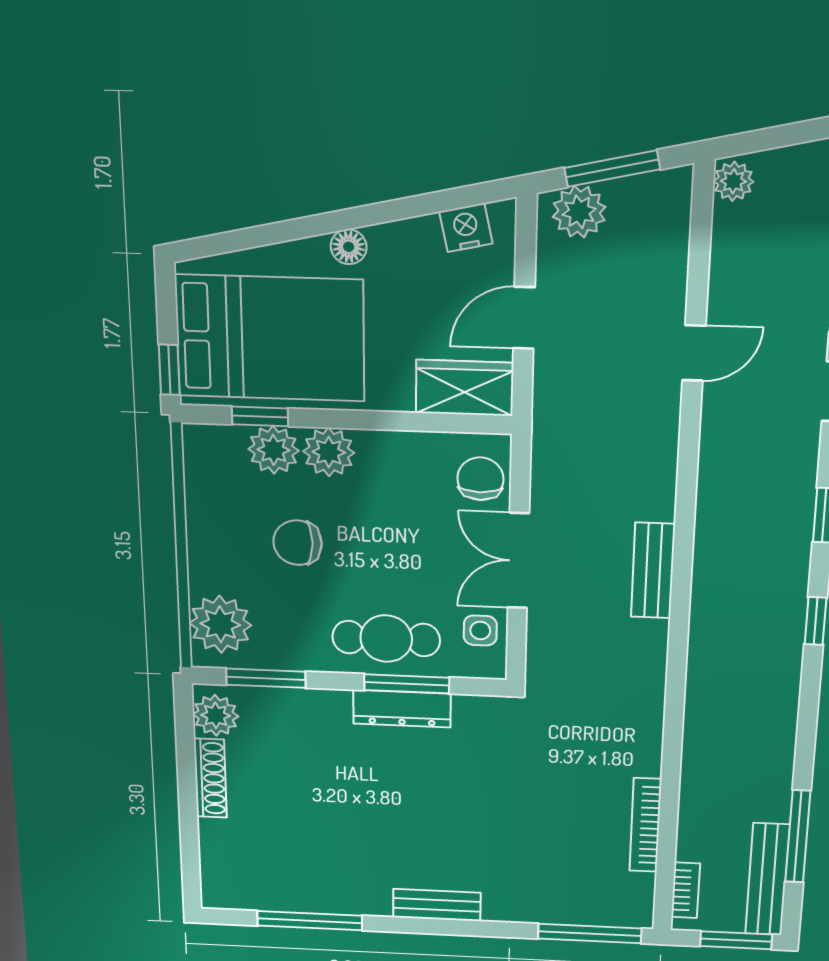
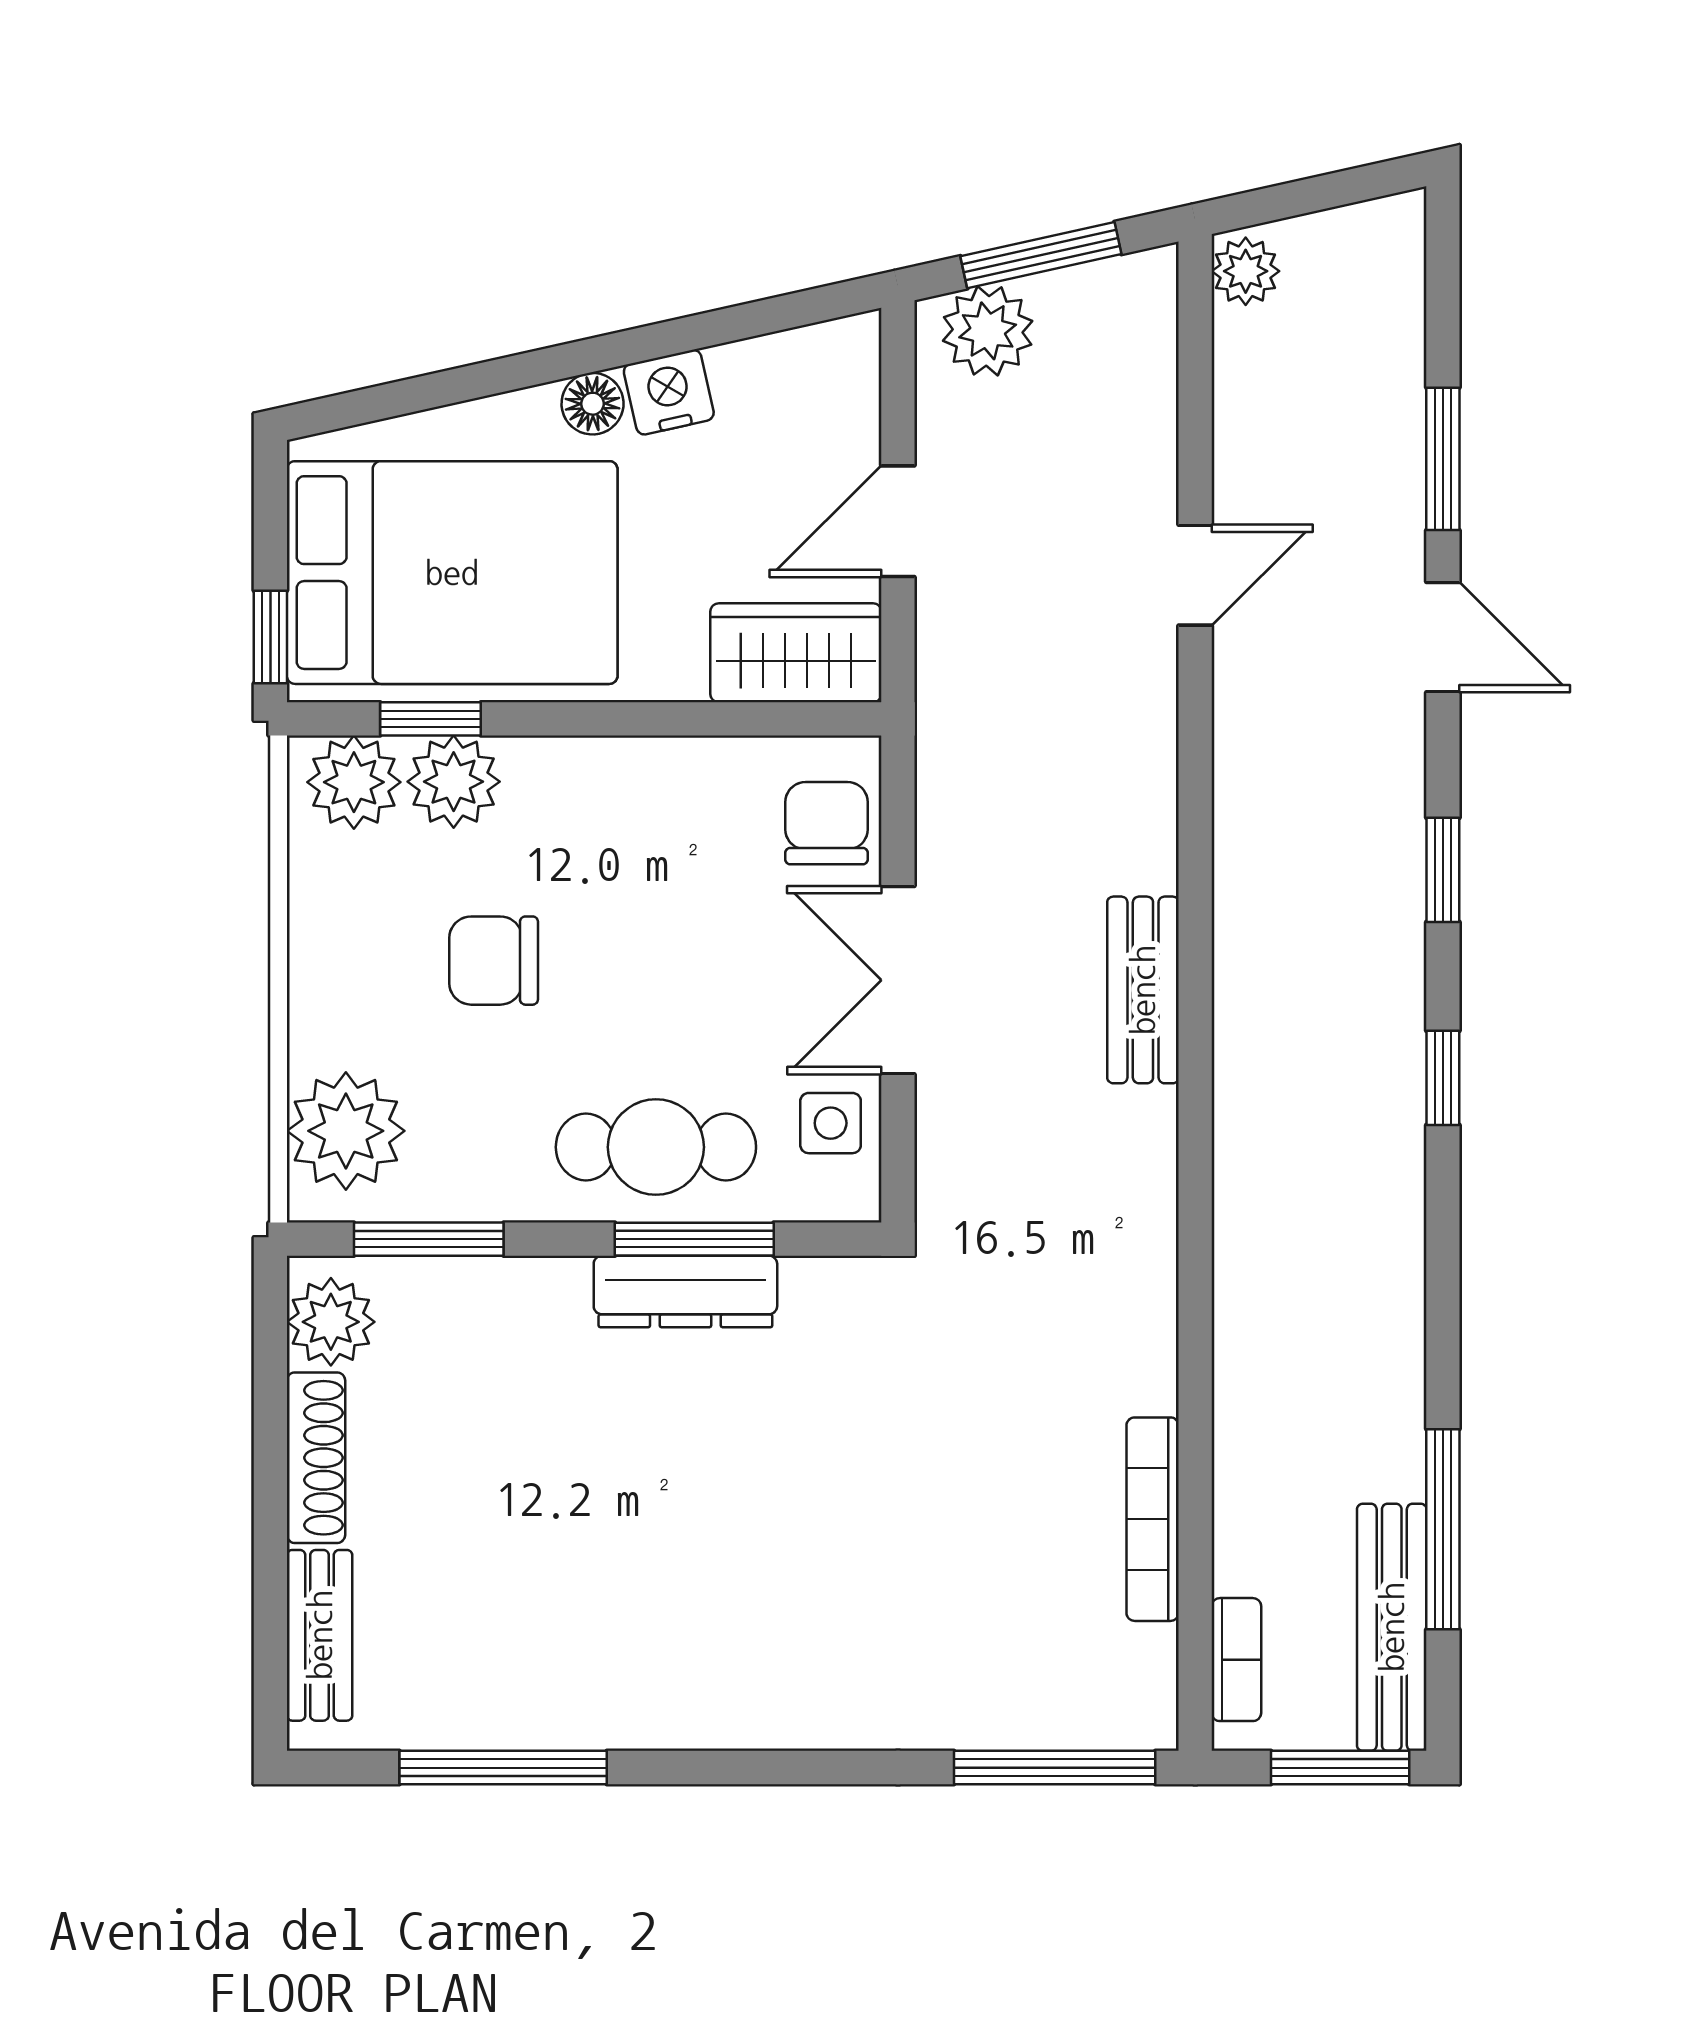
nightstand: (466, 228) -> (669, 392), moved
plant: (329, 452) -> (354, 782), moved
bench: (437, 905) -> (320, 1635), moved, turned 90

